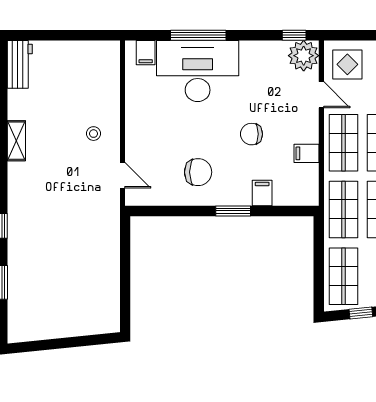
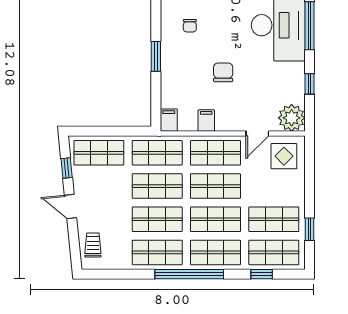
window: (294, 35) -> (310, 84), moved
chair: (198, 172) -> (190, 26), width x0.54, depth x0.54
filing cabinet: (262, 193) -> (169, 120), moved, turned -90

